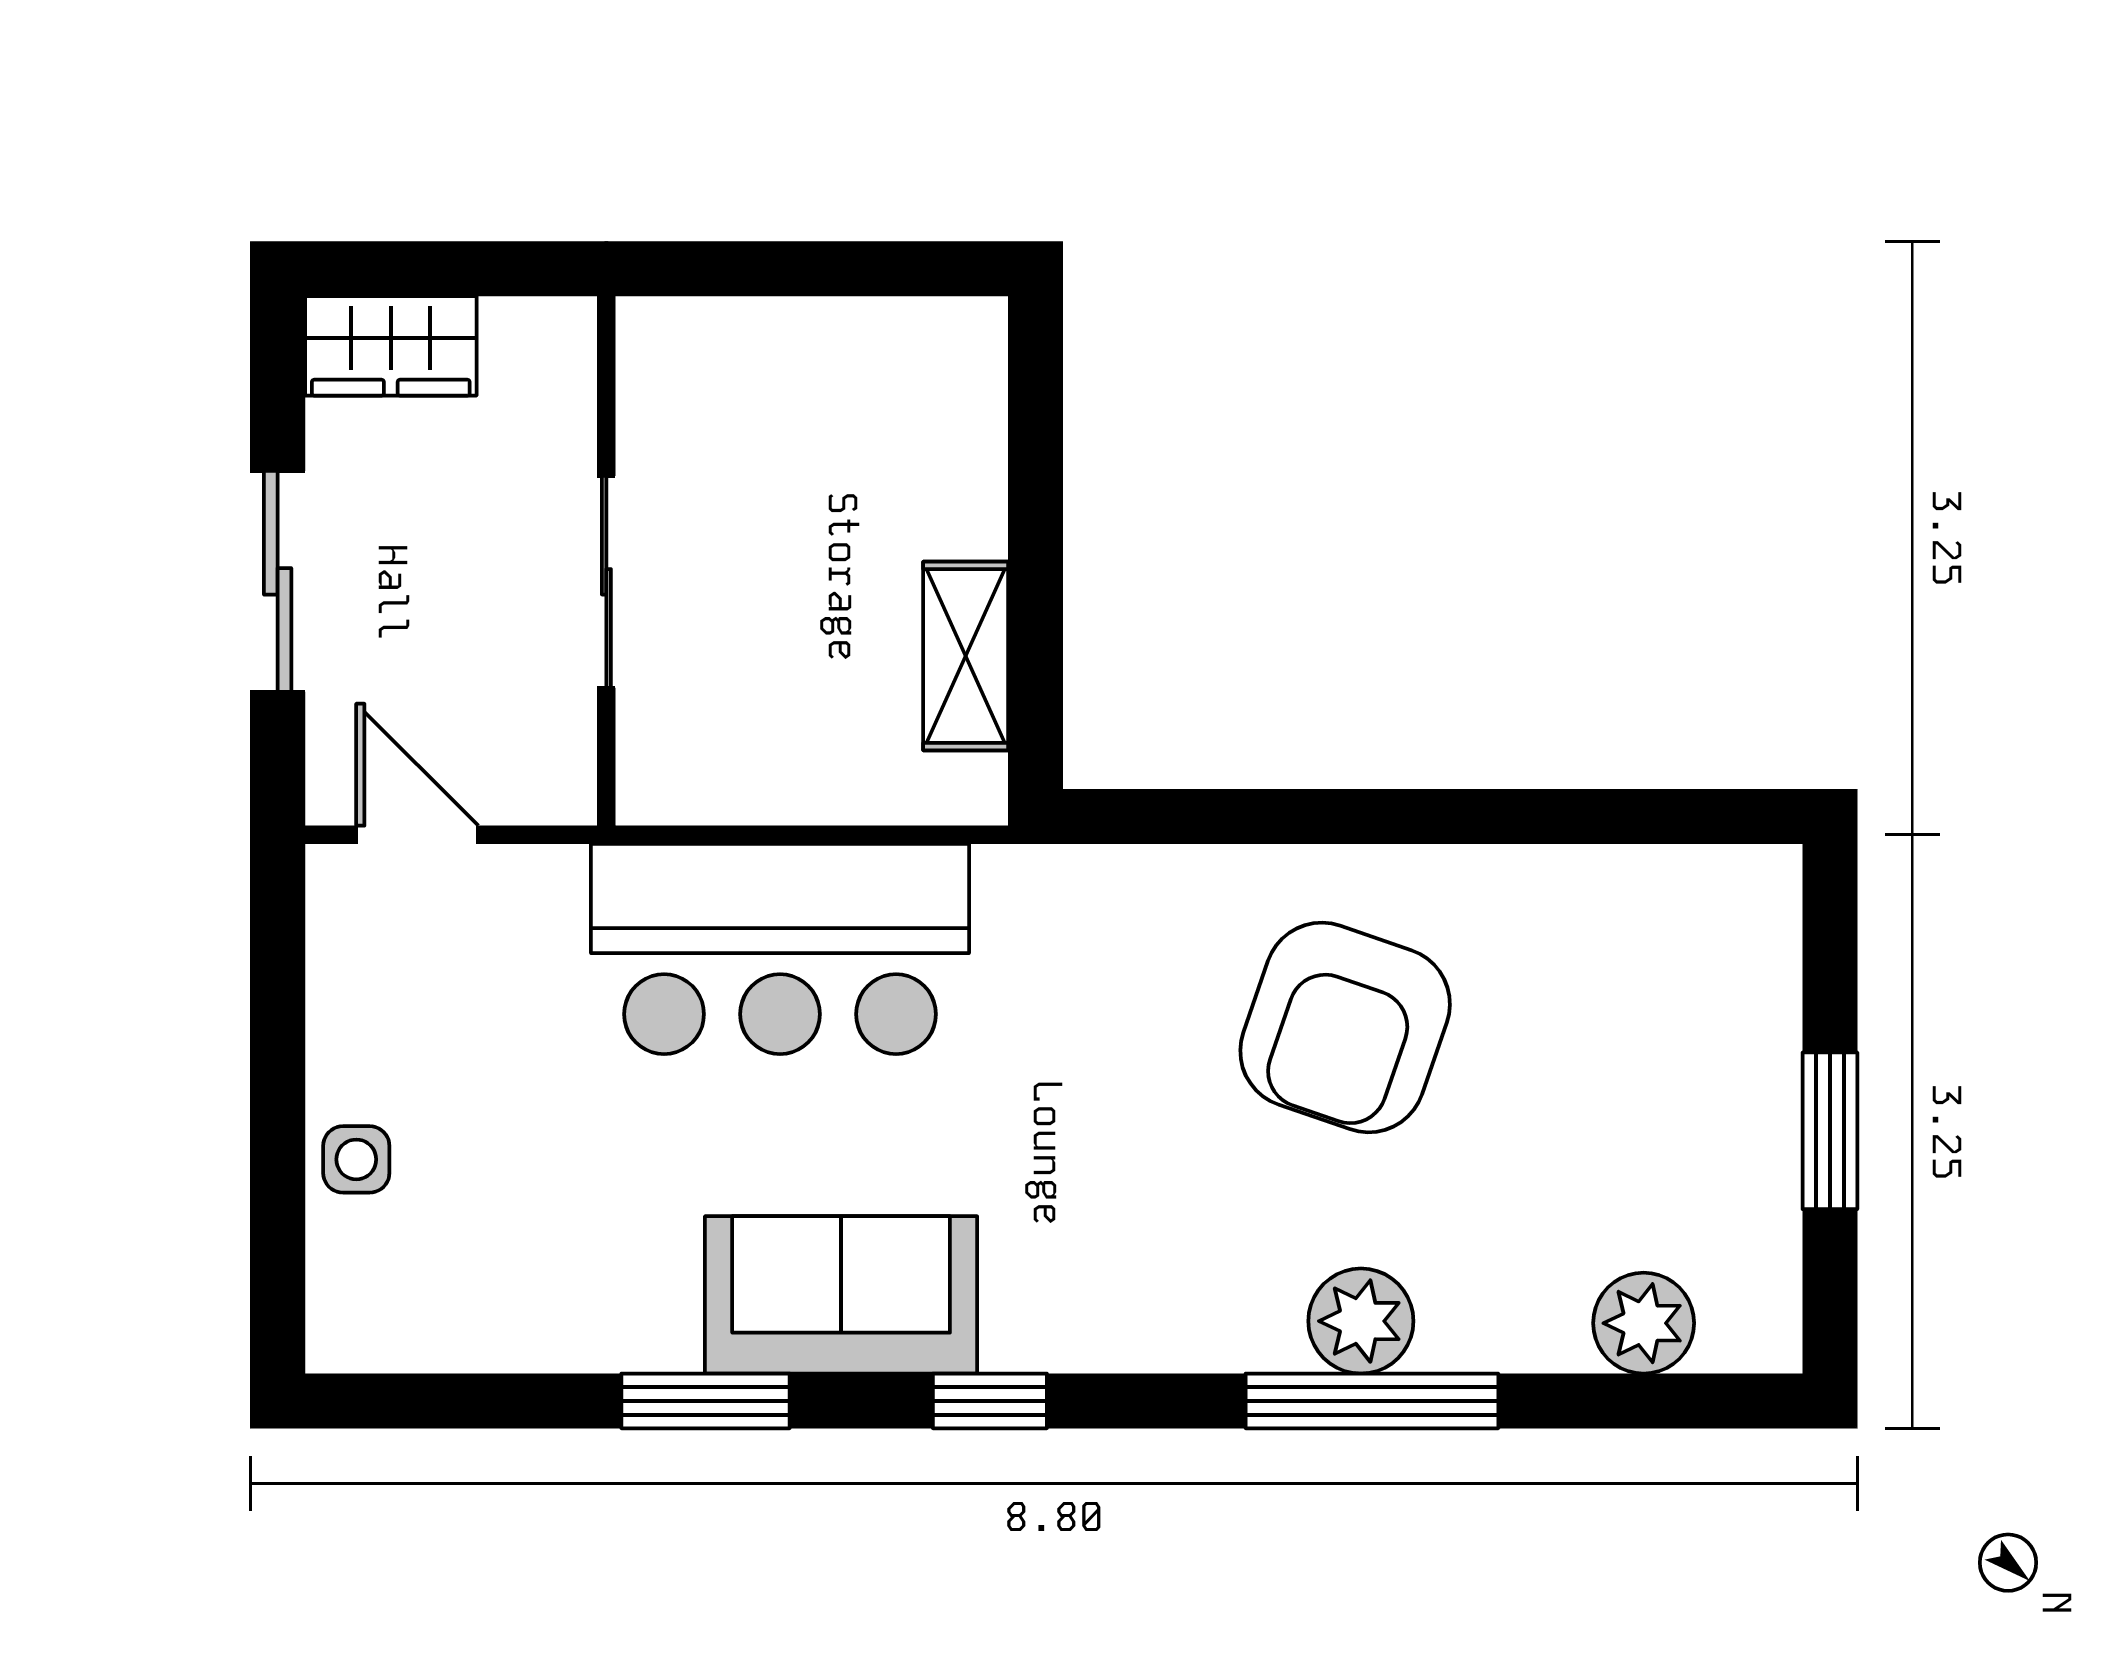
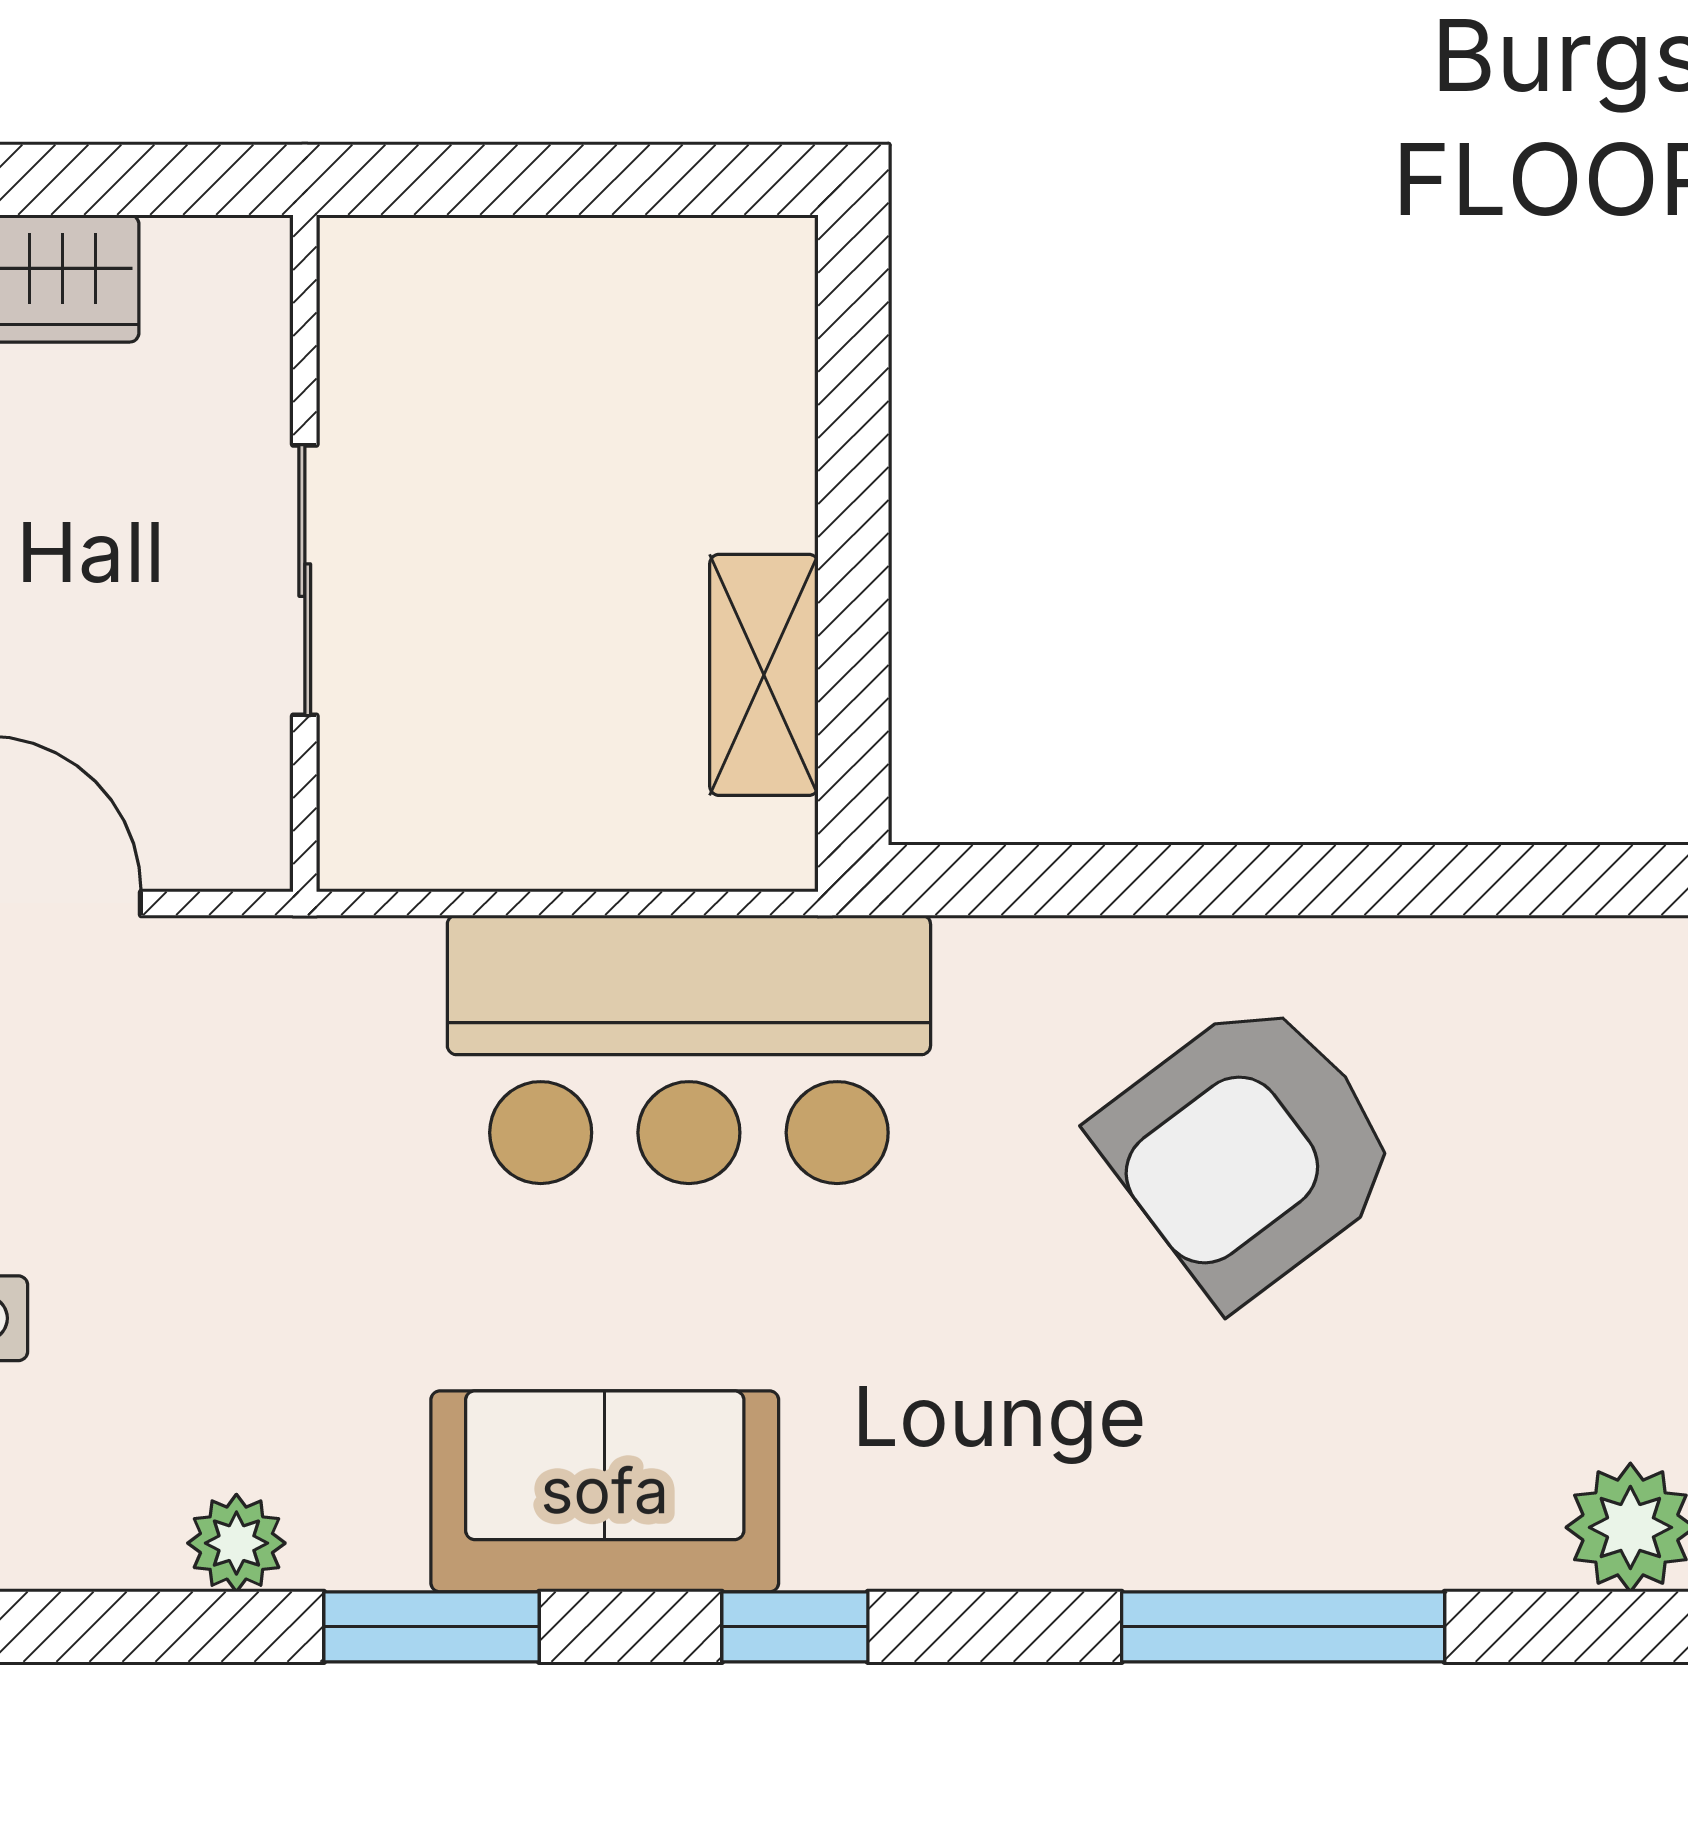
bar counter: (780, 949) -> (689, 1049), moved
armchair: (1345, 1027) -> (1249, 1150), turned 34
plant: (1361, 1321) -> (236, 1543), moved, width x0.73, depth x0.73

